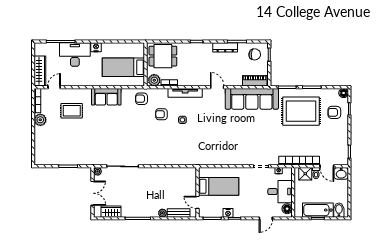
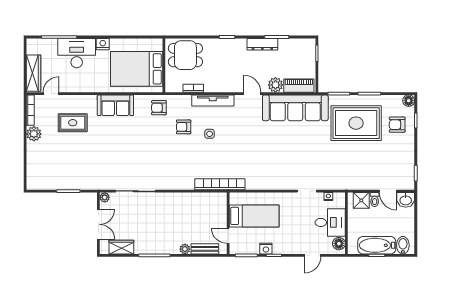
chair: (255, 54) -> (299, 53), removed
bed: (123, 67) -> (137, 69), width x1.50
plant: (154, 80) -> (275, 85), moved
bookcase: (299, 161) -> (220, 184), moved

